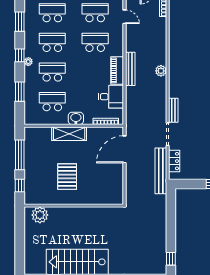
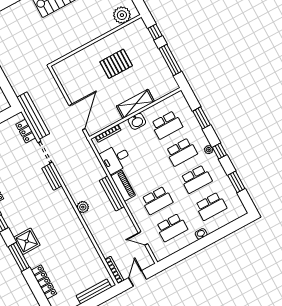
pallet: (67, 177) -> (116, 64), turned 90

